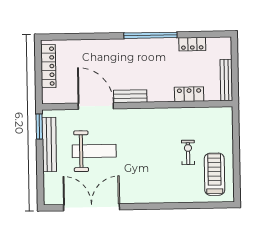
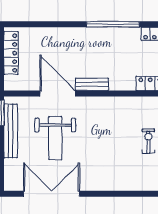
weight bench: (94, 151) -> (55, 138), turned 90

